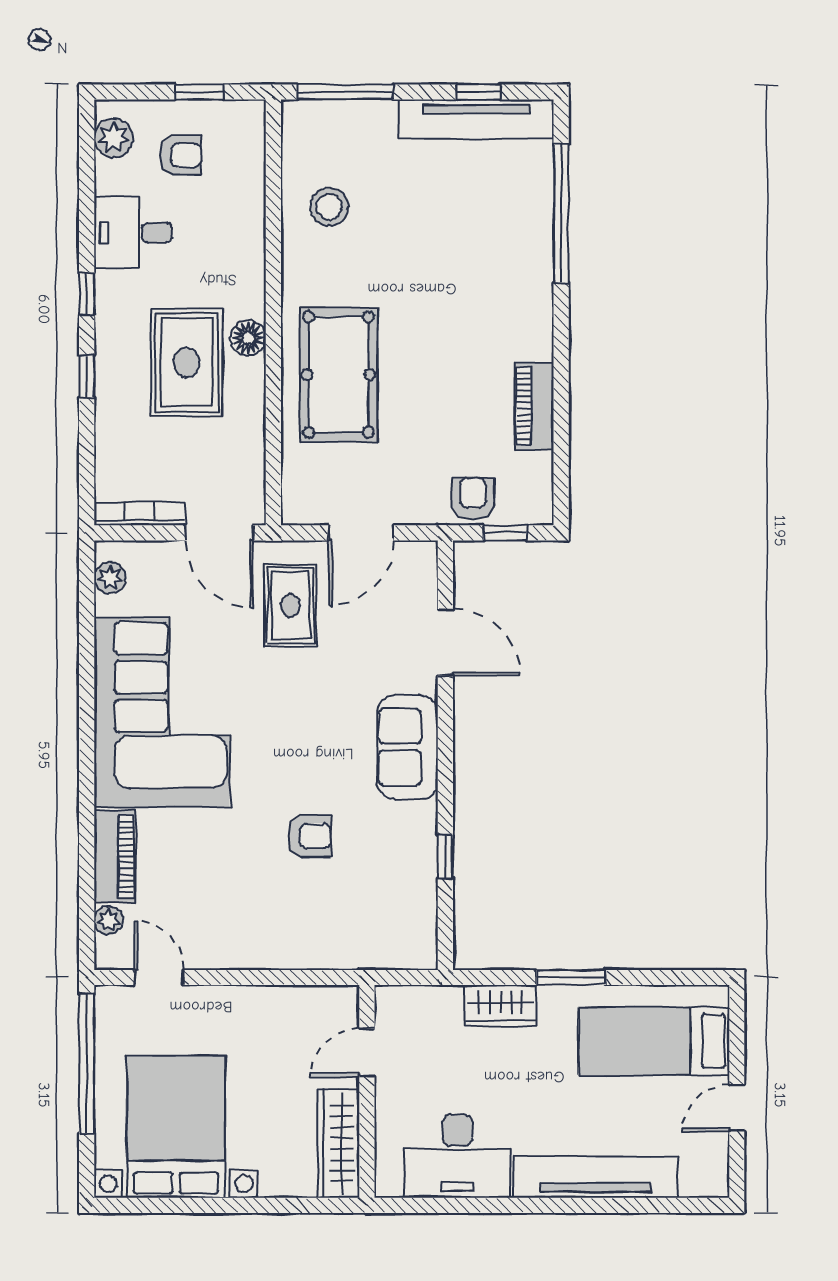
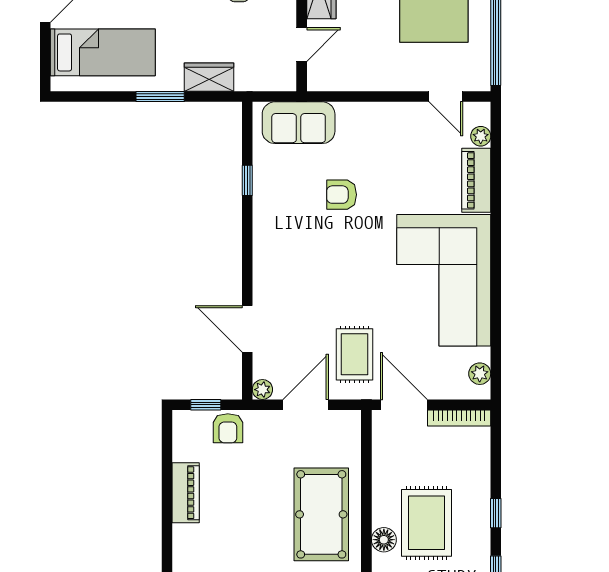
plant: (423, 555) -> (262, 390), added
sofa: (408, 747) -> (299, 123), moved, turned 90

